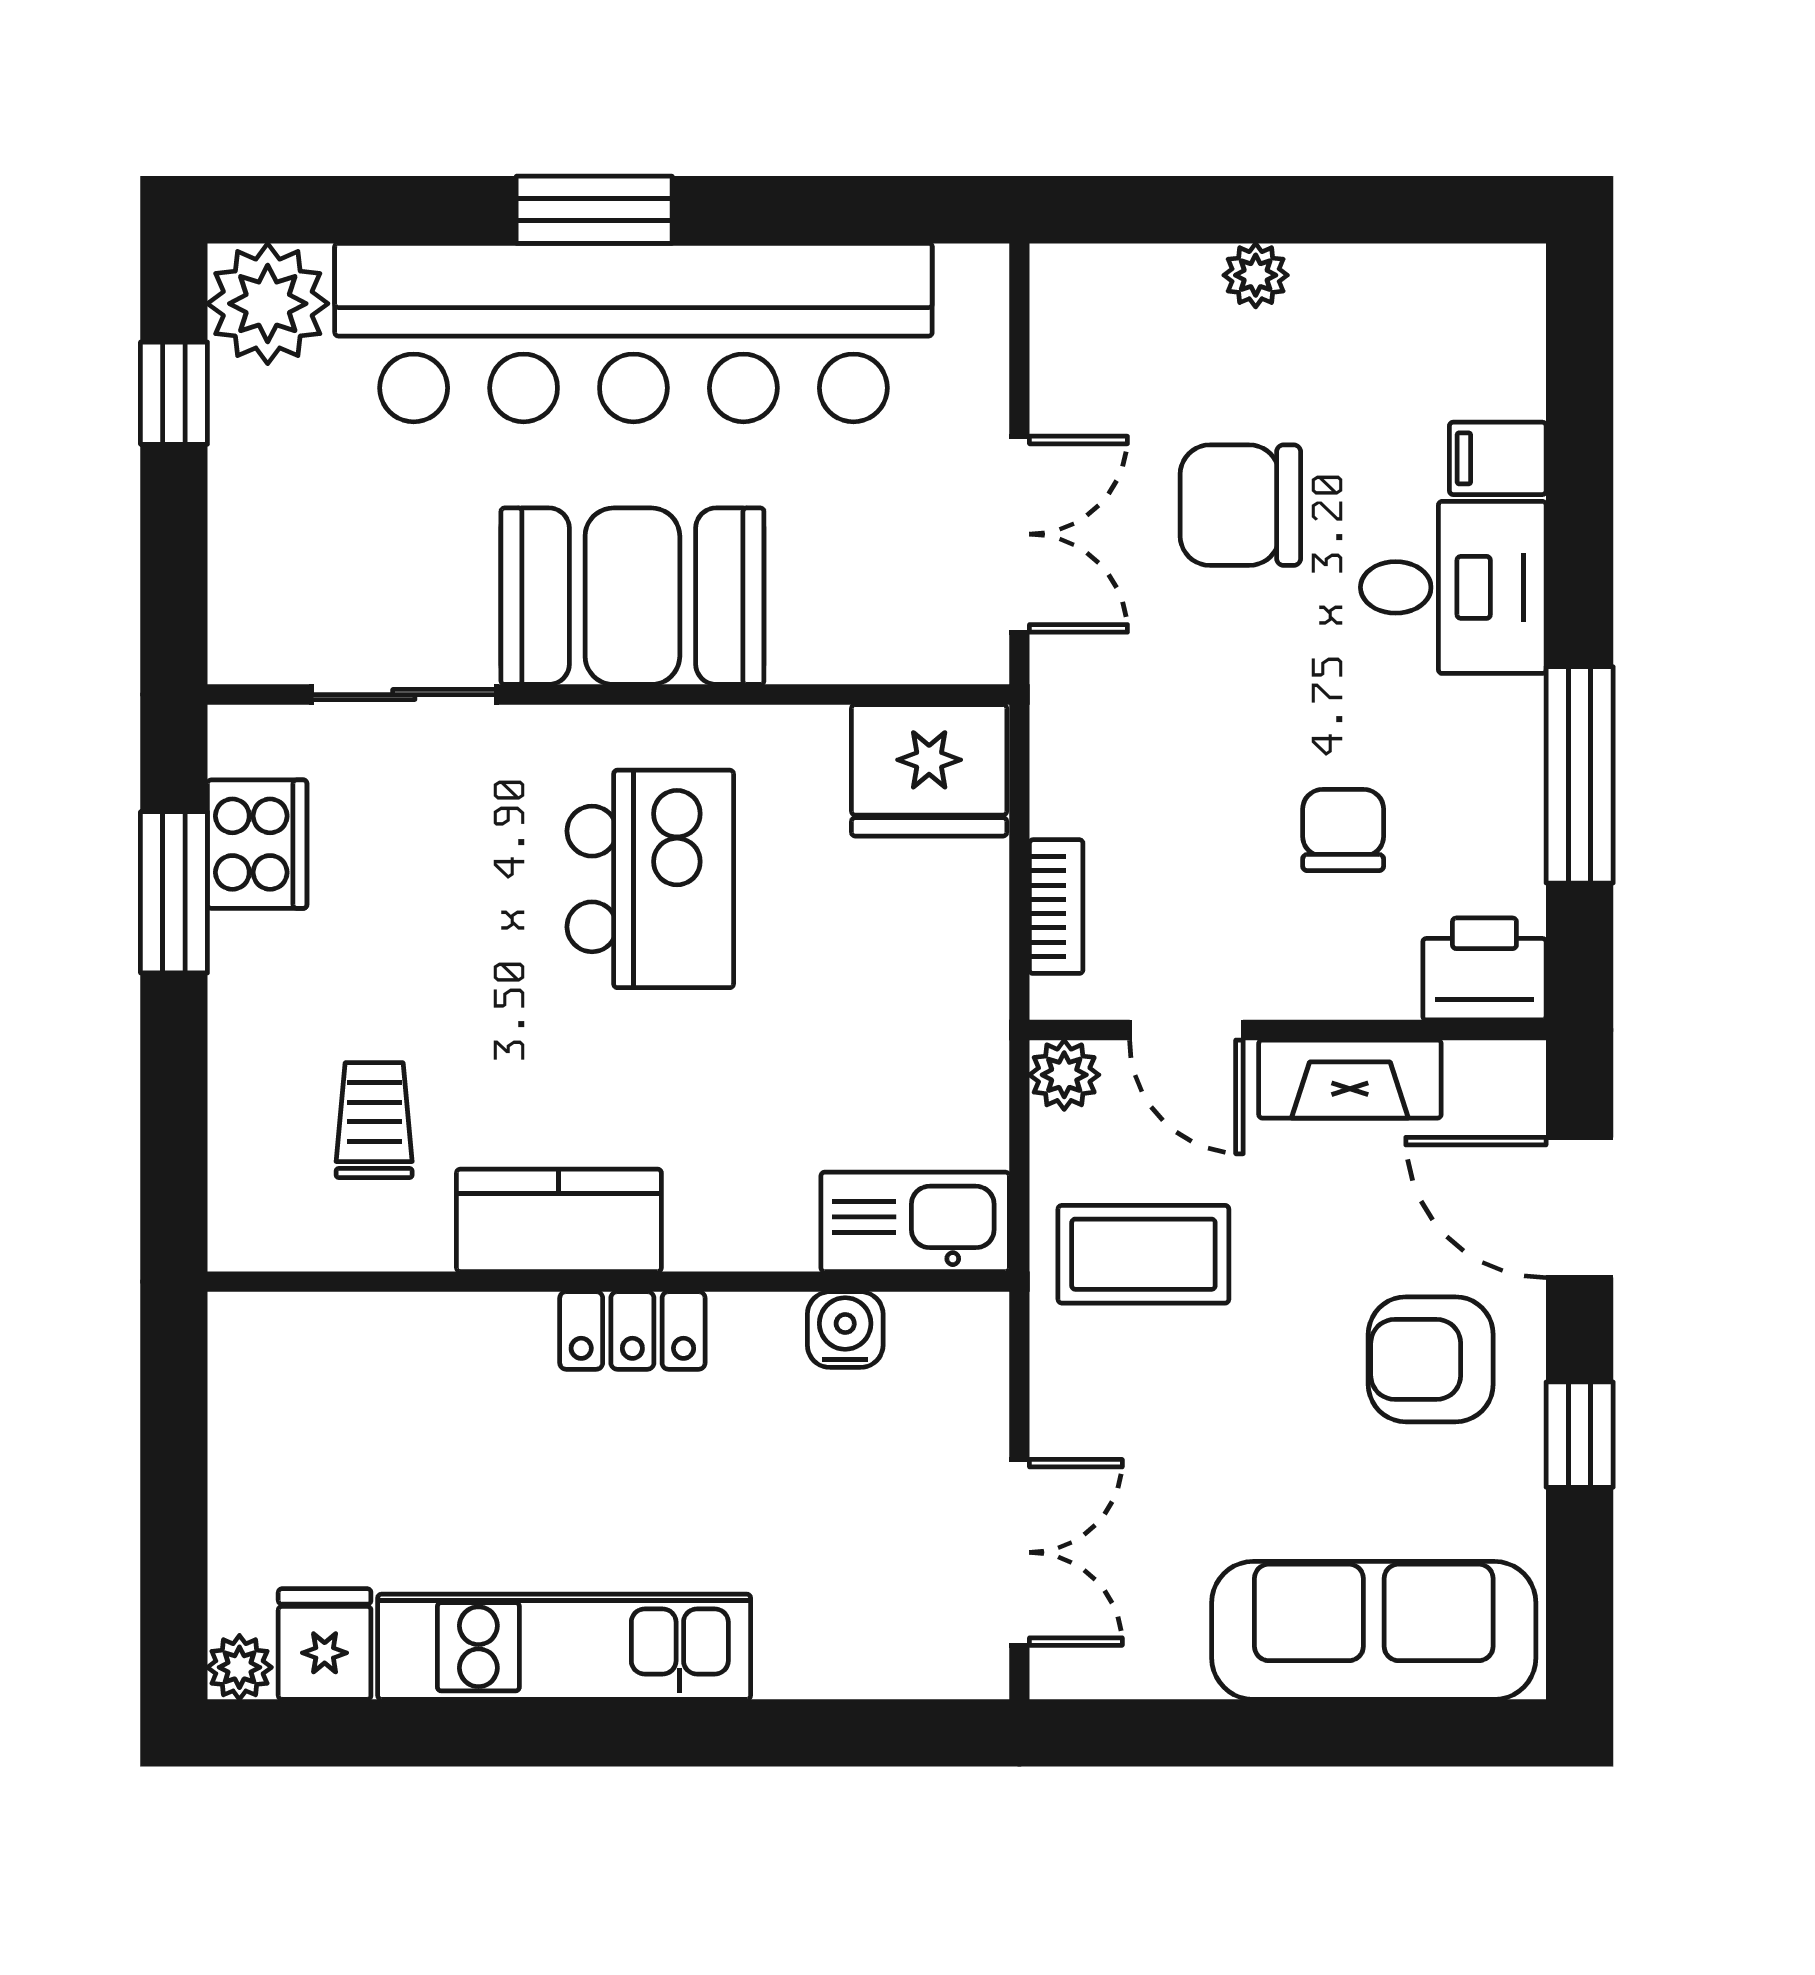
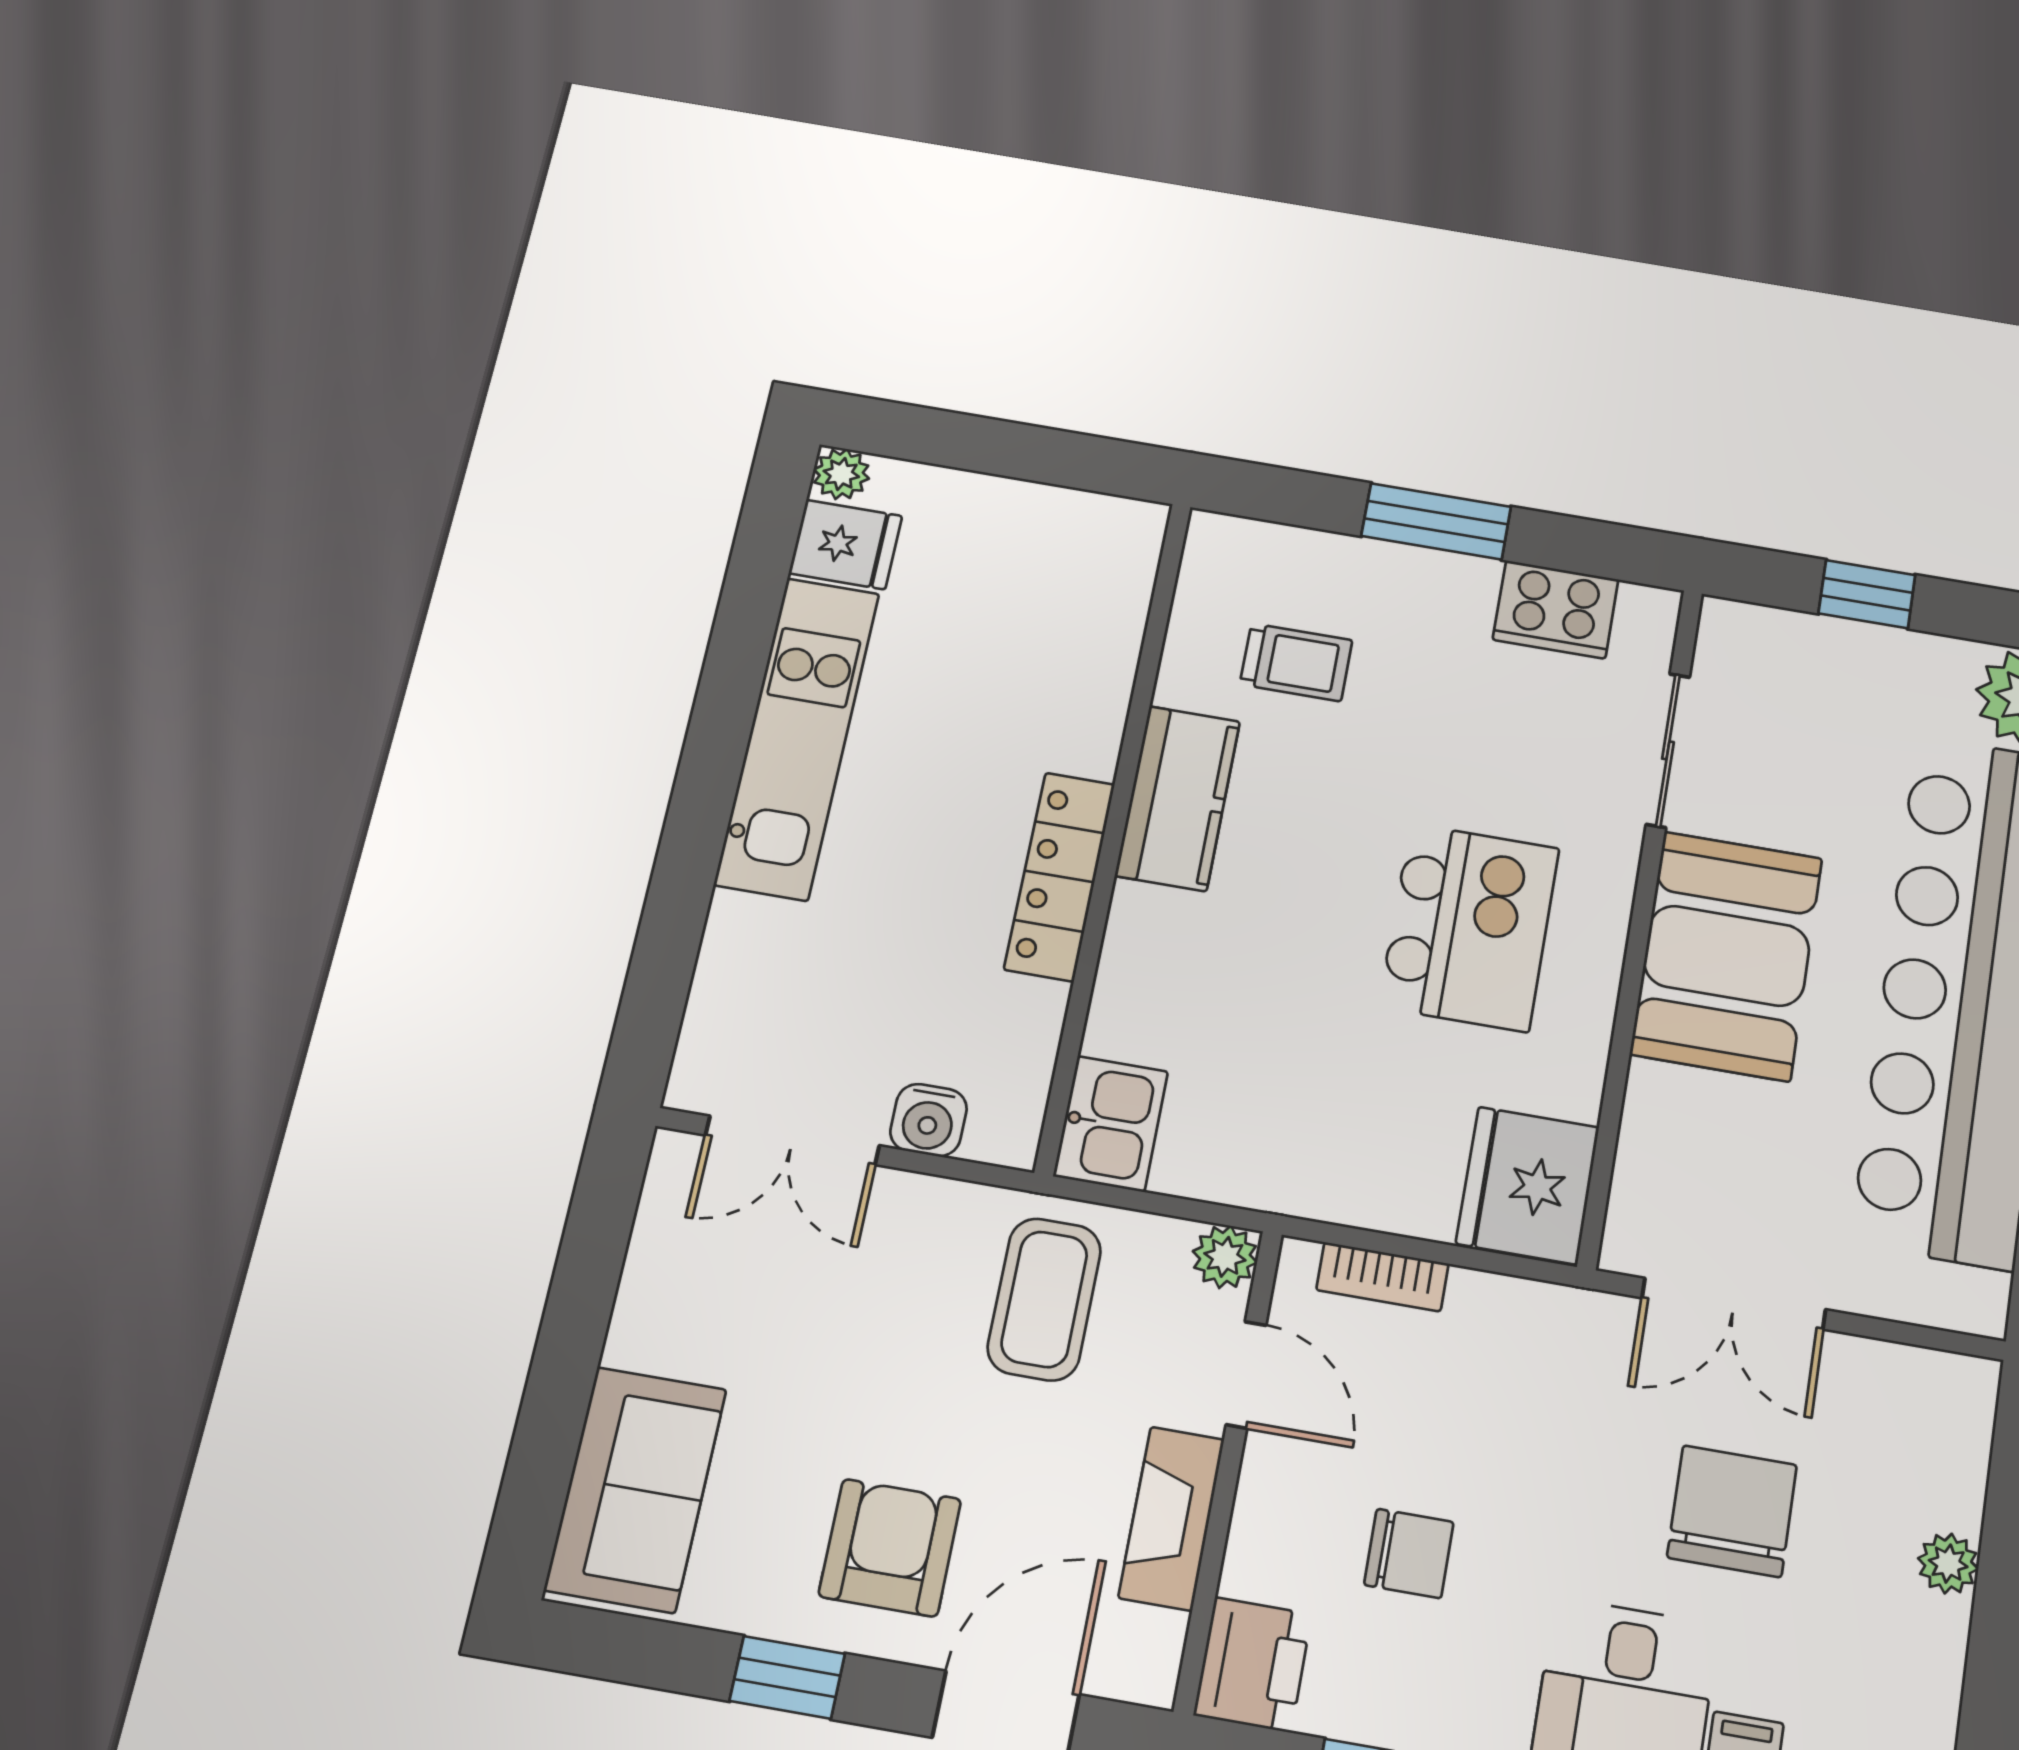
window: (174, 393) -> (1867, 594), moved
kitchen island: (650, 879) -> (1469, 927), turned -90
window: (174, 892) -> (1436, 521), moved
door: (1186, 1030) -> (1246, 1375), swing flipped
kitchen sink: (915, 1222) -> (1111, 1124), width x0.73
locker: (632, 1330) -> (1060, 876), width x1.53
water cooler: (845, 1330) -> (928, 1120), moved, turned 90
sofa: (1374, 1630) -> (636, 1489), width x0.73

